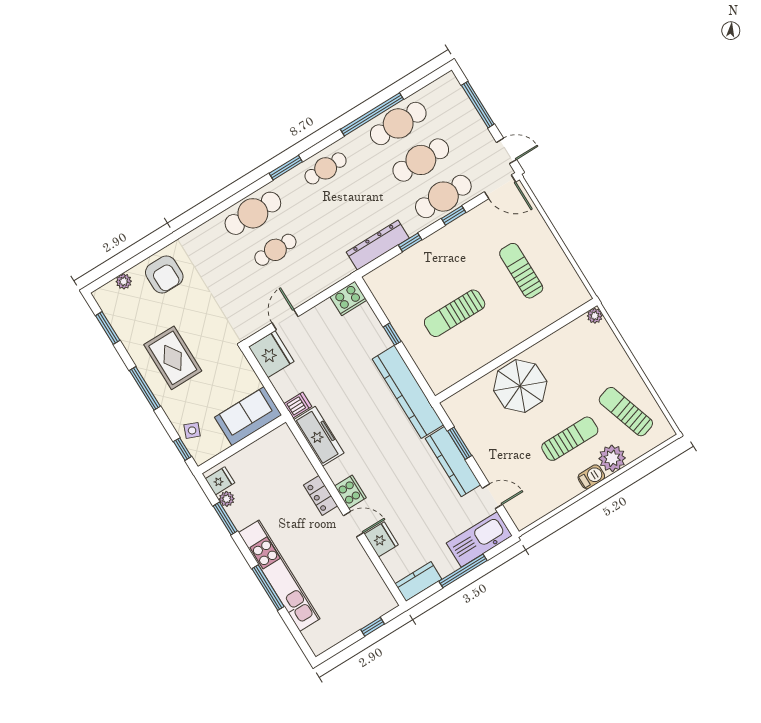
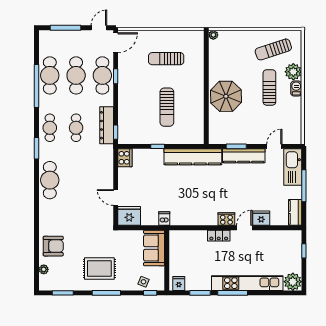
window: (410, 242) -> (116, 132), moved
cafe table: (275, 250) -> (76, 128), moved
freezer: (319, 436) -> (187, 218), removed
plant: (227, 499) -> (293, 282), moved, width x1.88, depth x1.88
window: (268, 588) -> (233, 293), moved

